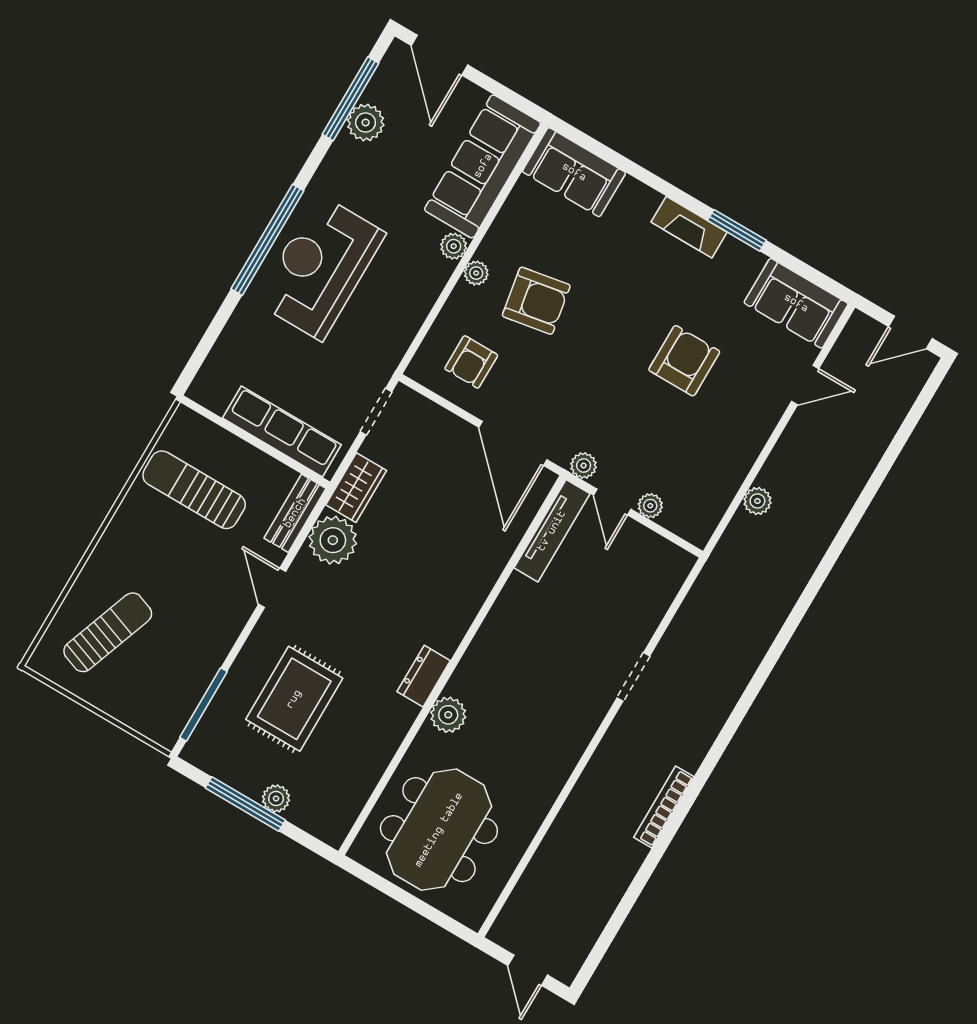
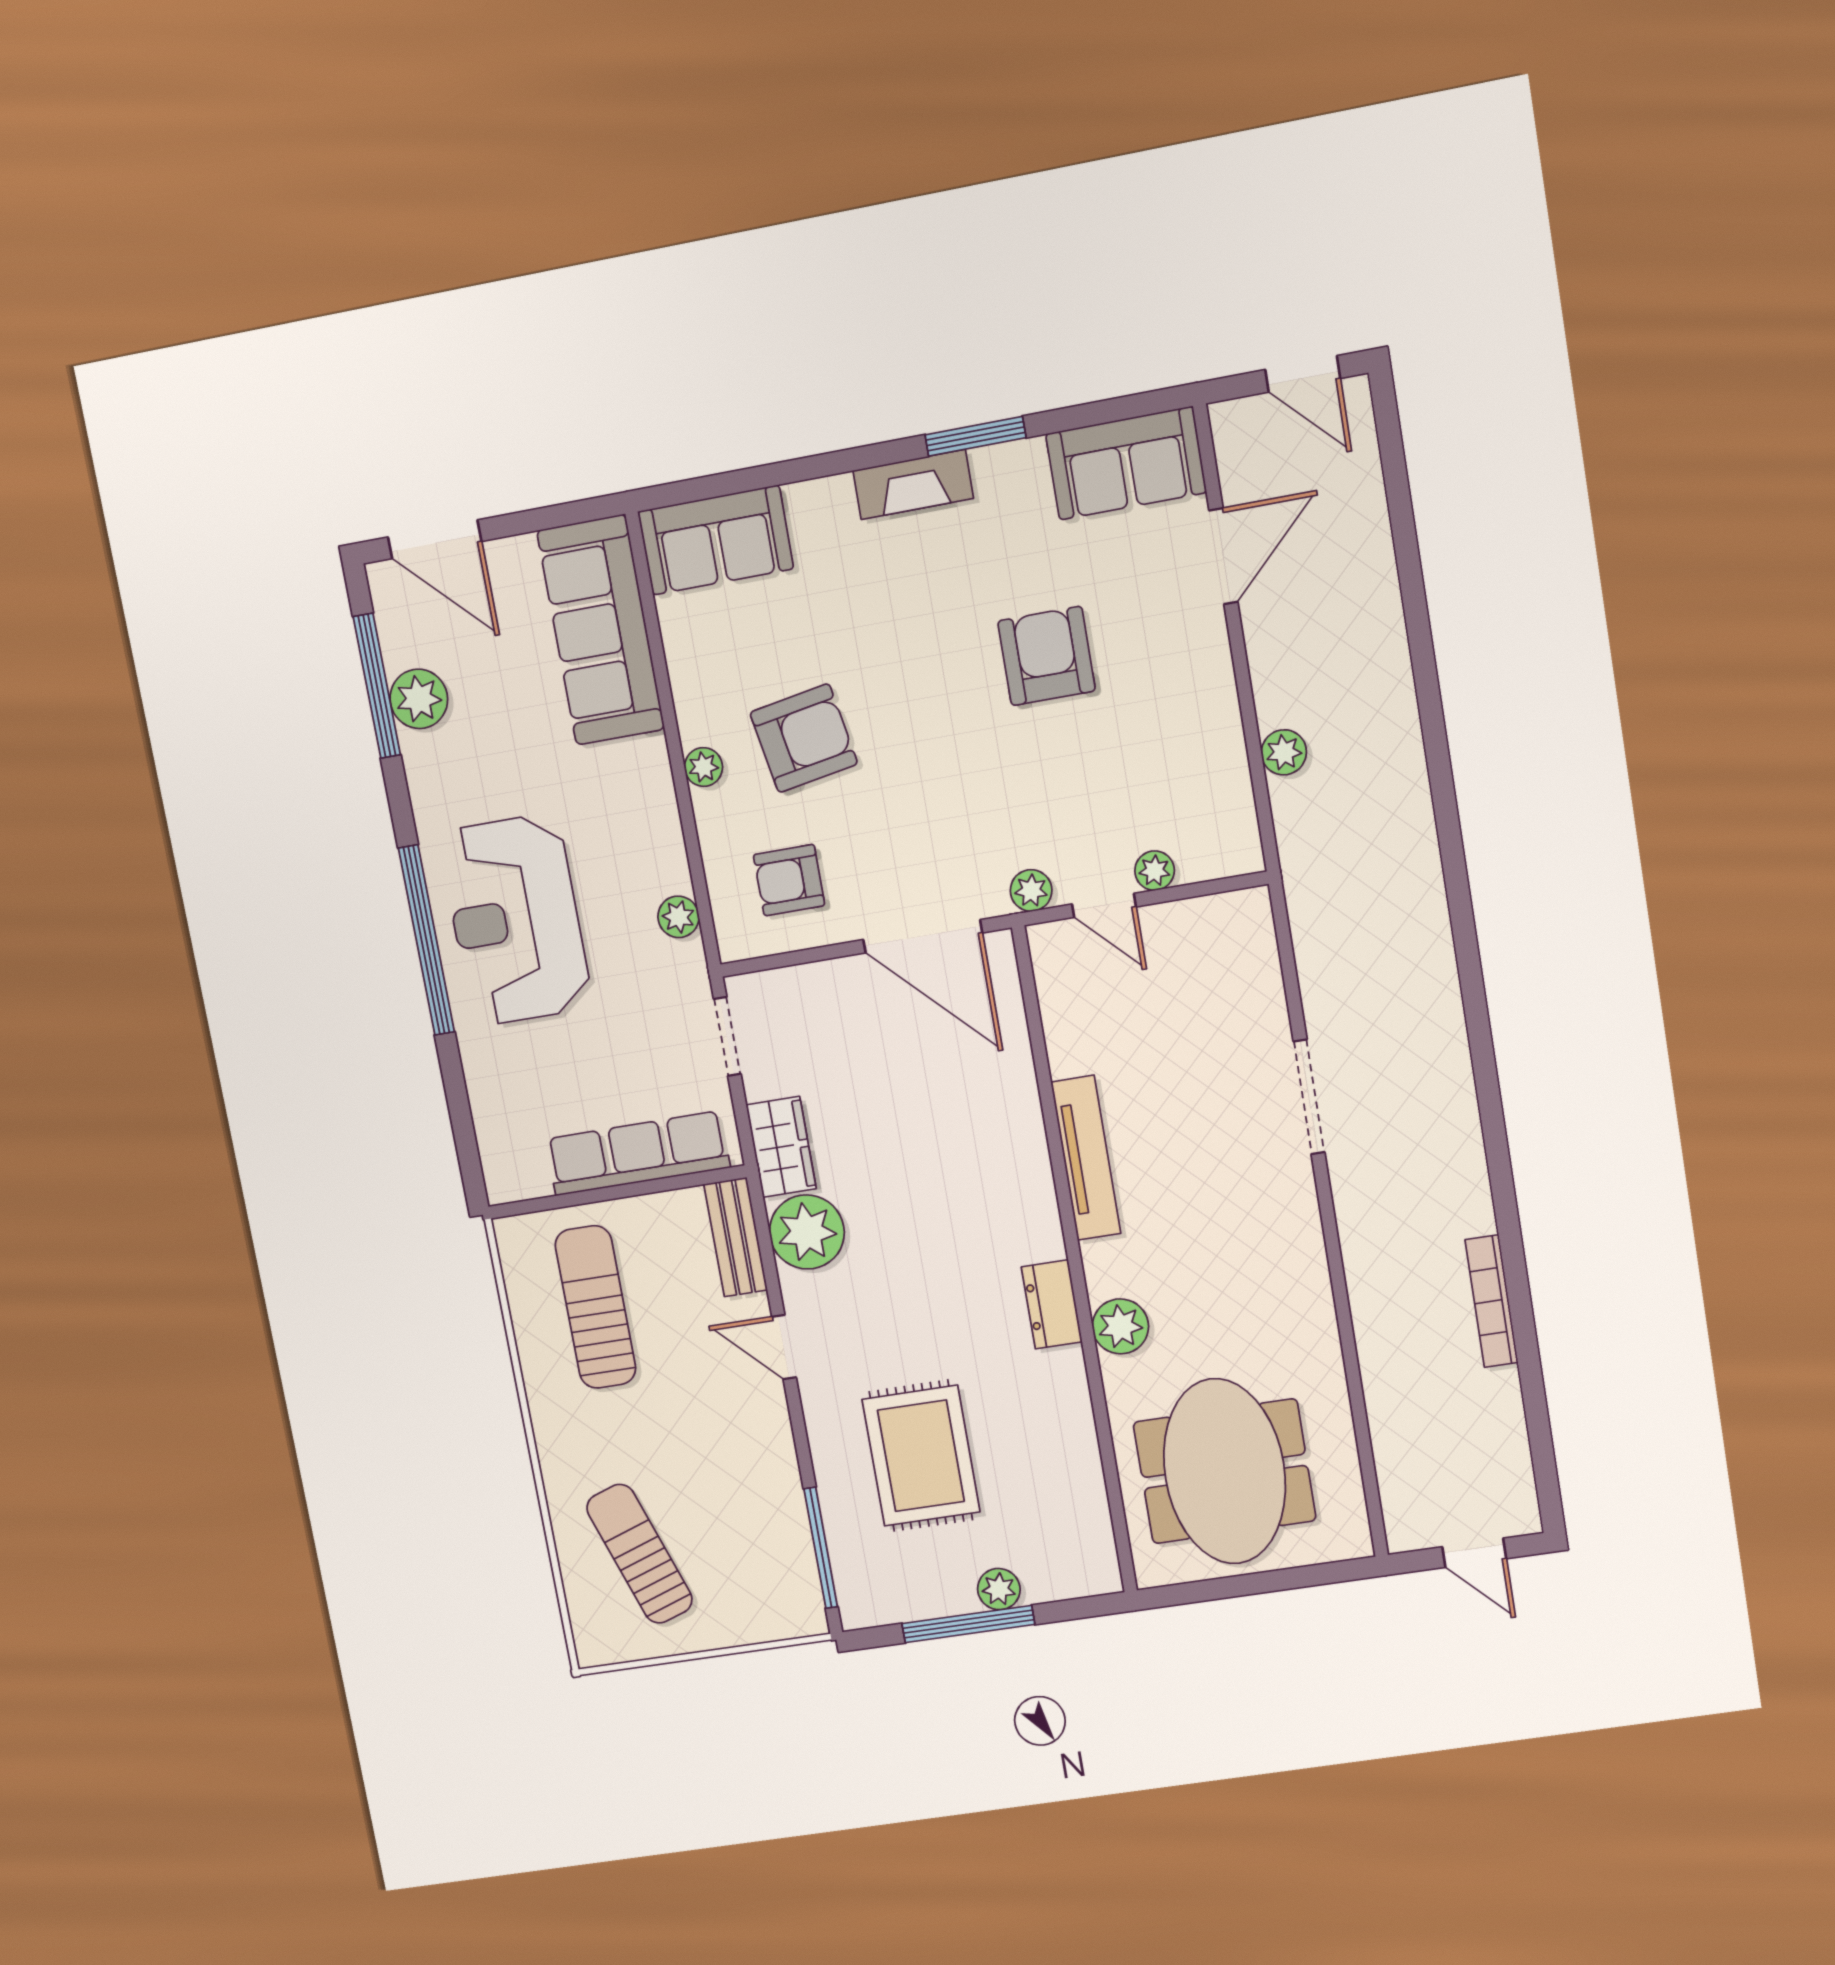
plant: (454, 246) -> (678, 917), moved
door: (910, 332) -> (1303, 374), hinge flipped
armchair: (471, 362) -> (789, 880), turned 90
door: (805, 385) -> (1223, 556), width x1.38
sun lounger: (194, 490) -> (596, 1307), turned 90
tv unit: (552, 531) -> (1086, 1158), moved
sun lounger: (108, 632) -> (640, 1554), turned -39
doorway: (633, 677) -> (1309, 1097), width x1.38
bookcase: (664, 807) -> (1492, 1301), moved

